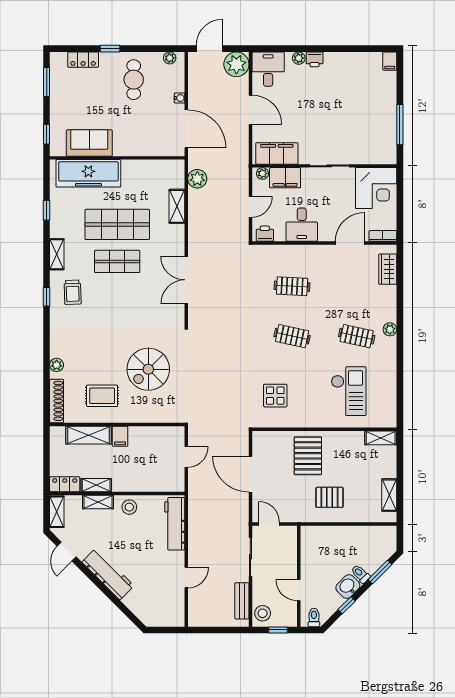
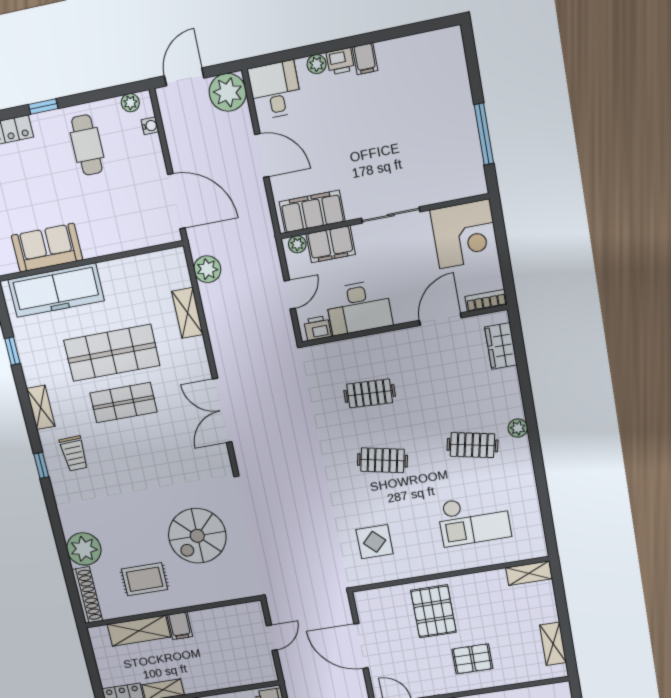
filing cabinet: (390, 61) -> (365, 59), moved
water cooler: (180, 98) -> (150, 126), moved
desk: (302, 225) -> (359, 308), width x1.37
plant: (57, 365) -> (84, 549), width x1.88, depth x1.88
checkout: (349, 391) -> (474, 520), turned 90

